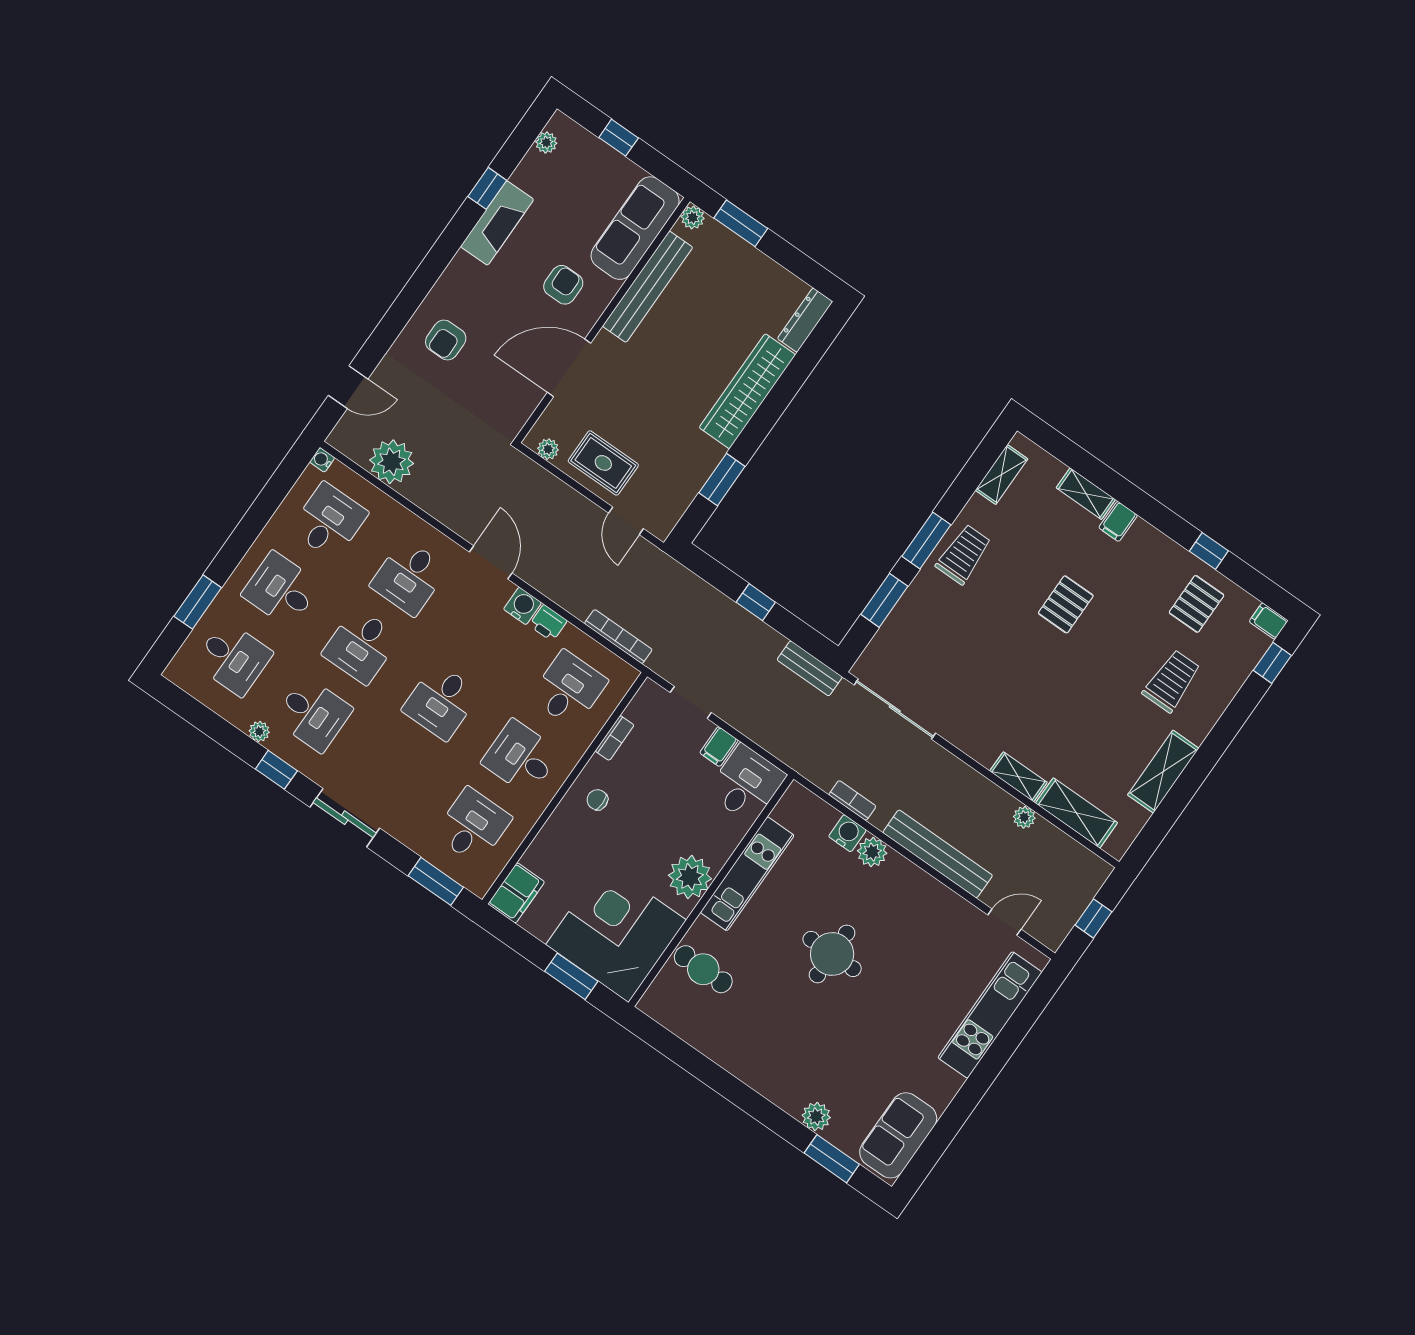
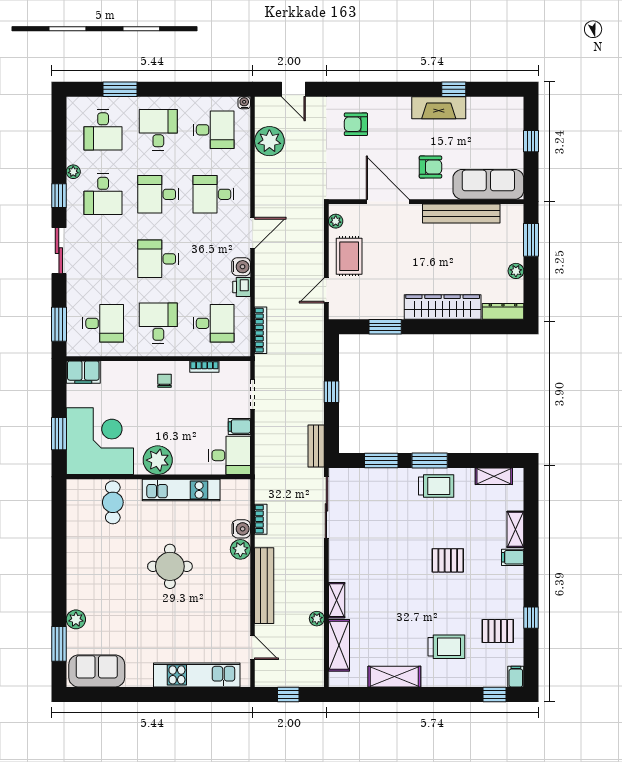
plant: (546, 143) -> (501, 104), removed
plant: (693, 218) -> (516, 271), moved

